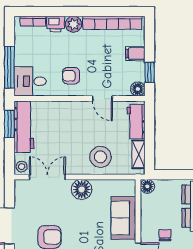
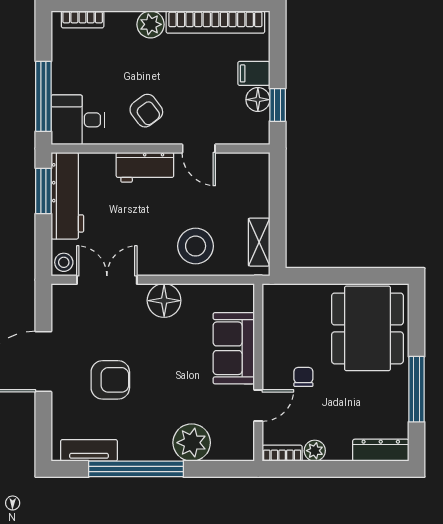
printer: (56, 24) -> (120, 24), removed
armchair: (71, 76) -> (146, 111), turned -127
floor lamp: (138, 89) -> (258, 100), moved
workbench: (136, 122) -> (145, 167), moved, turned -90
floor lamp: (147, 186) -> (274, 295), removed

